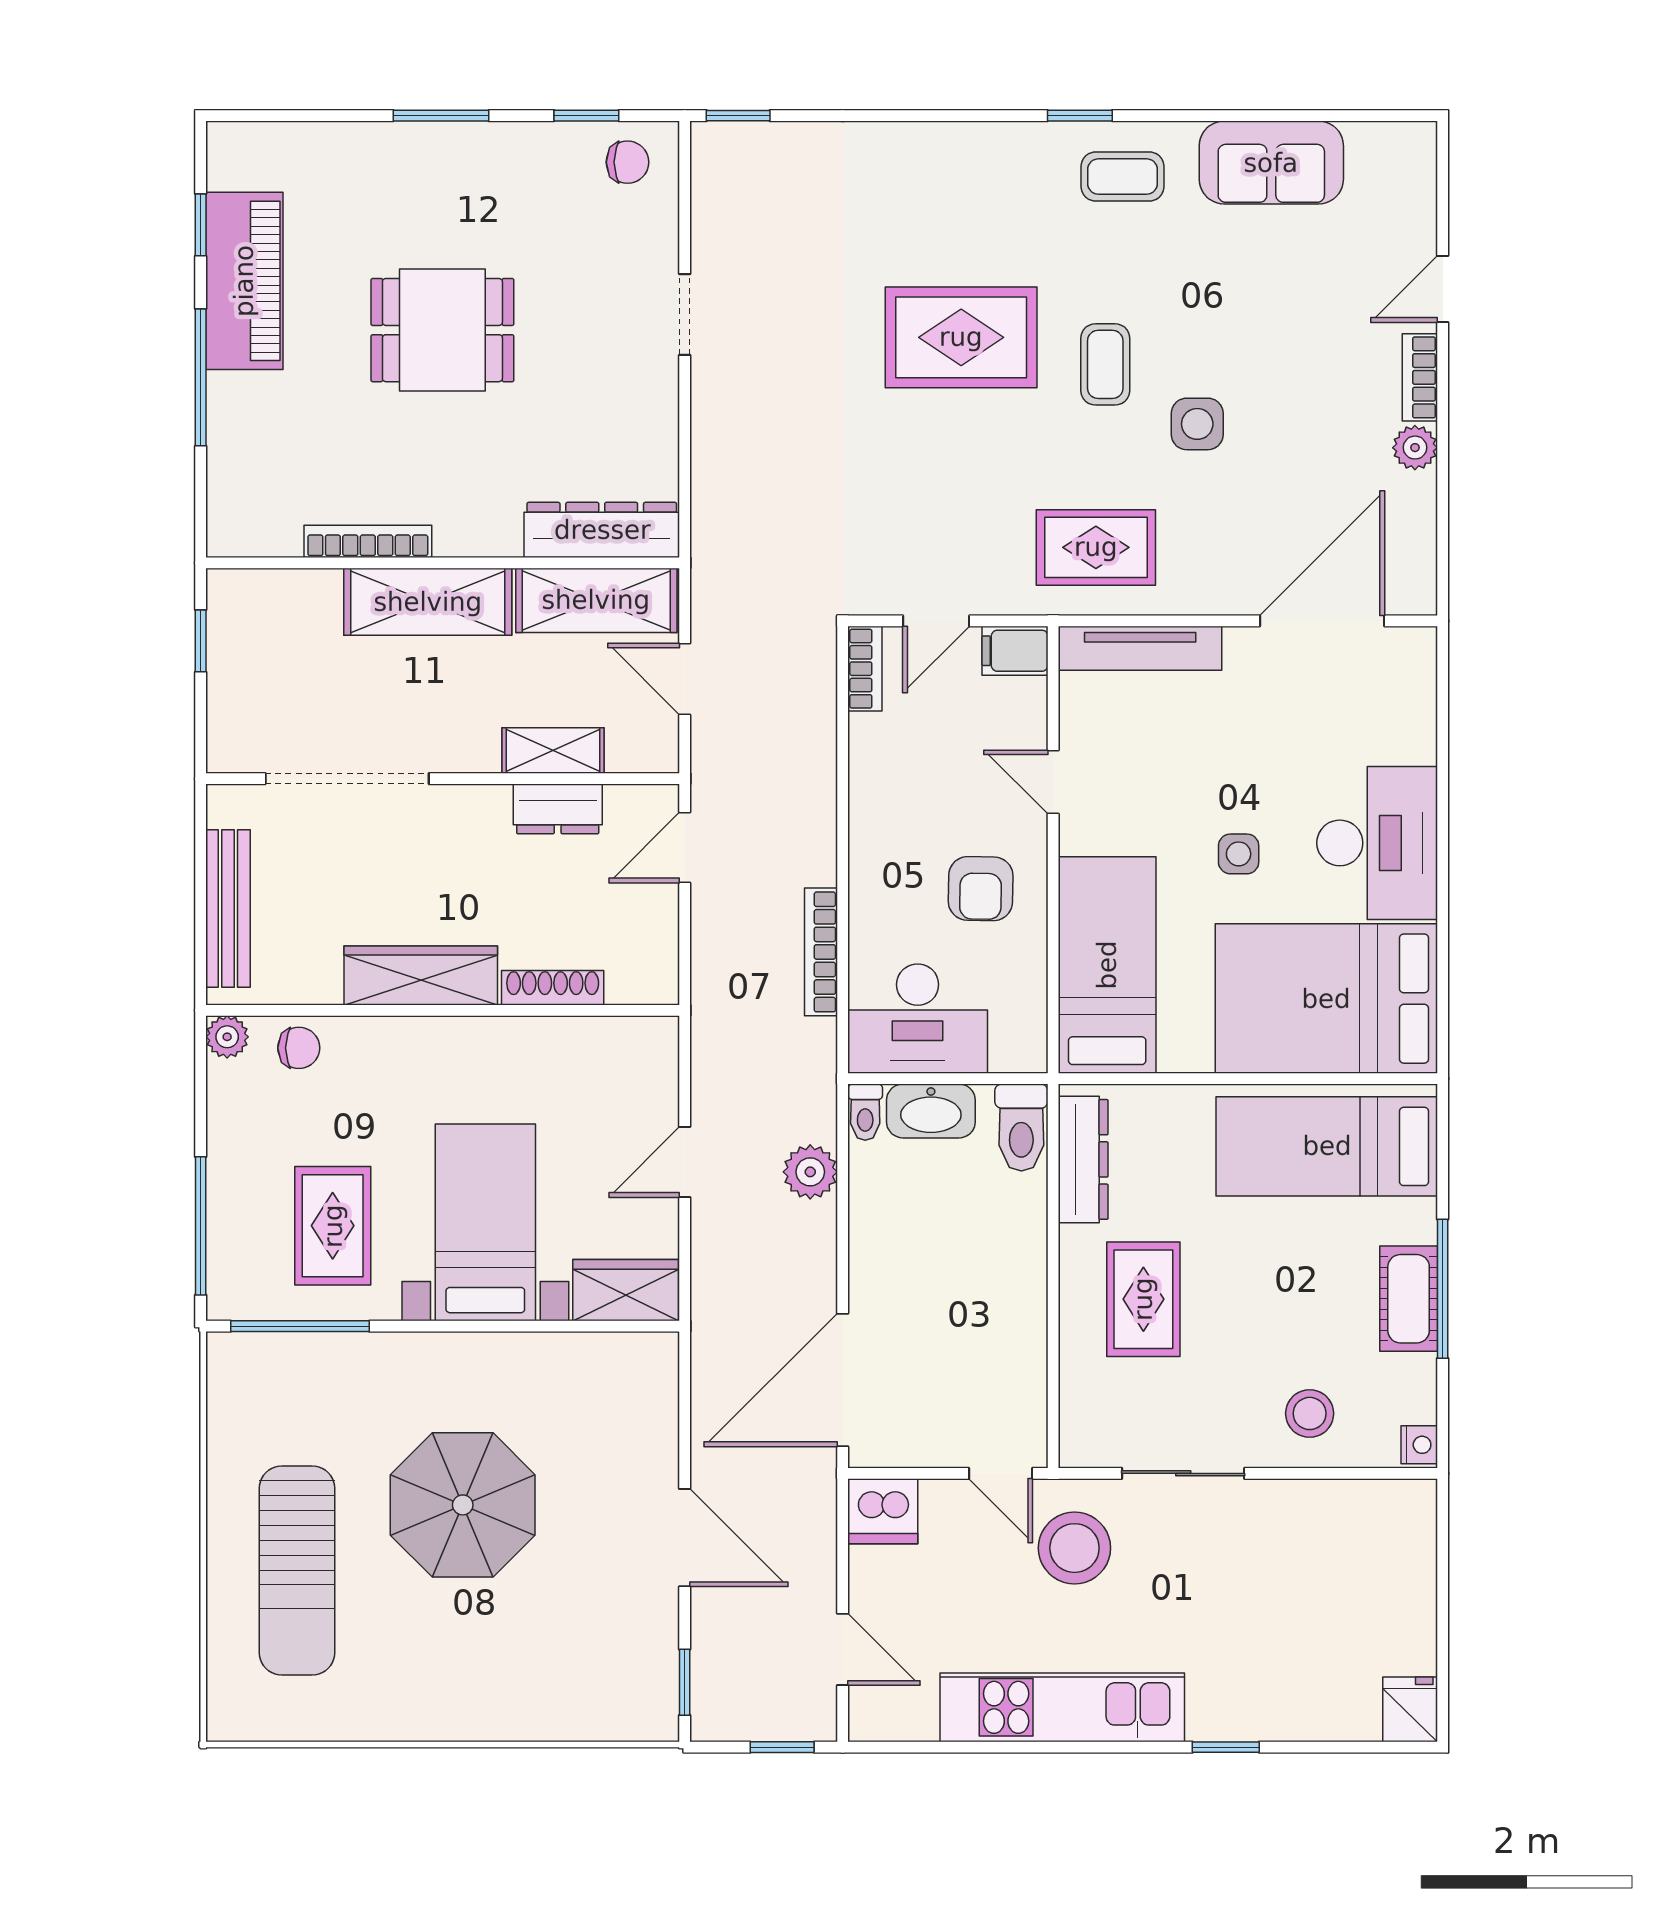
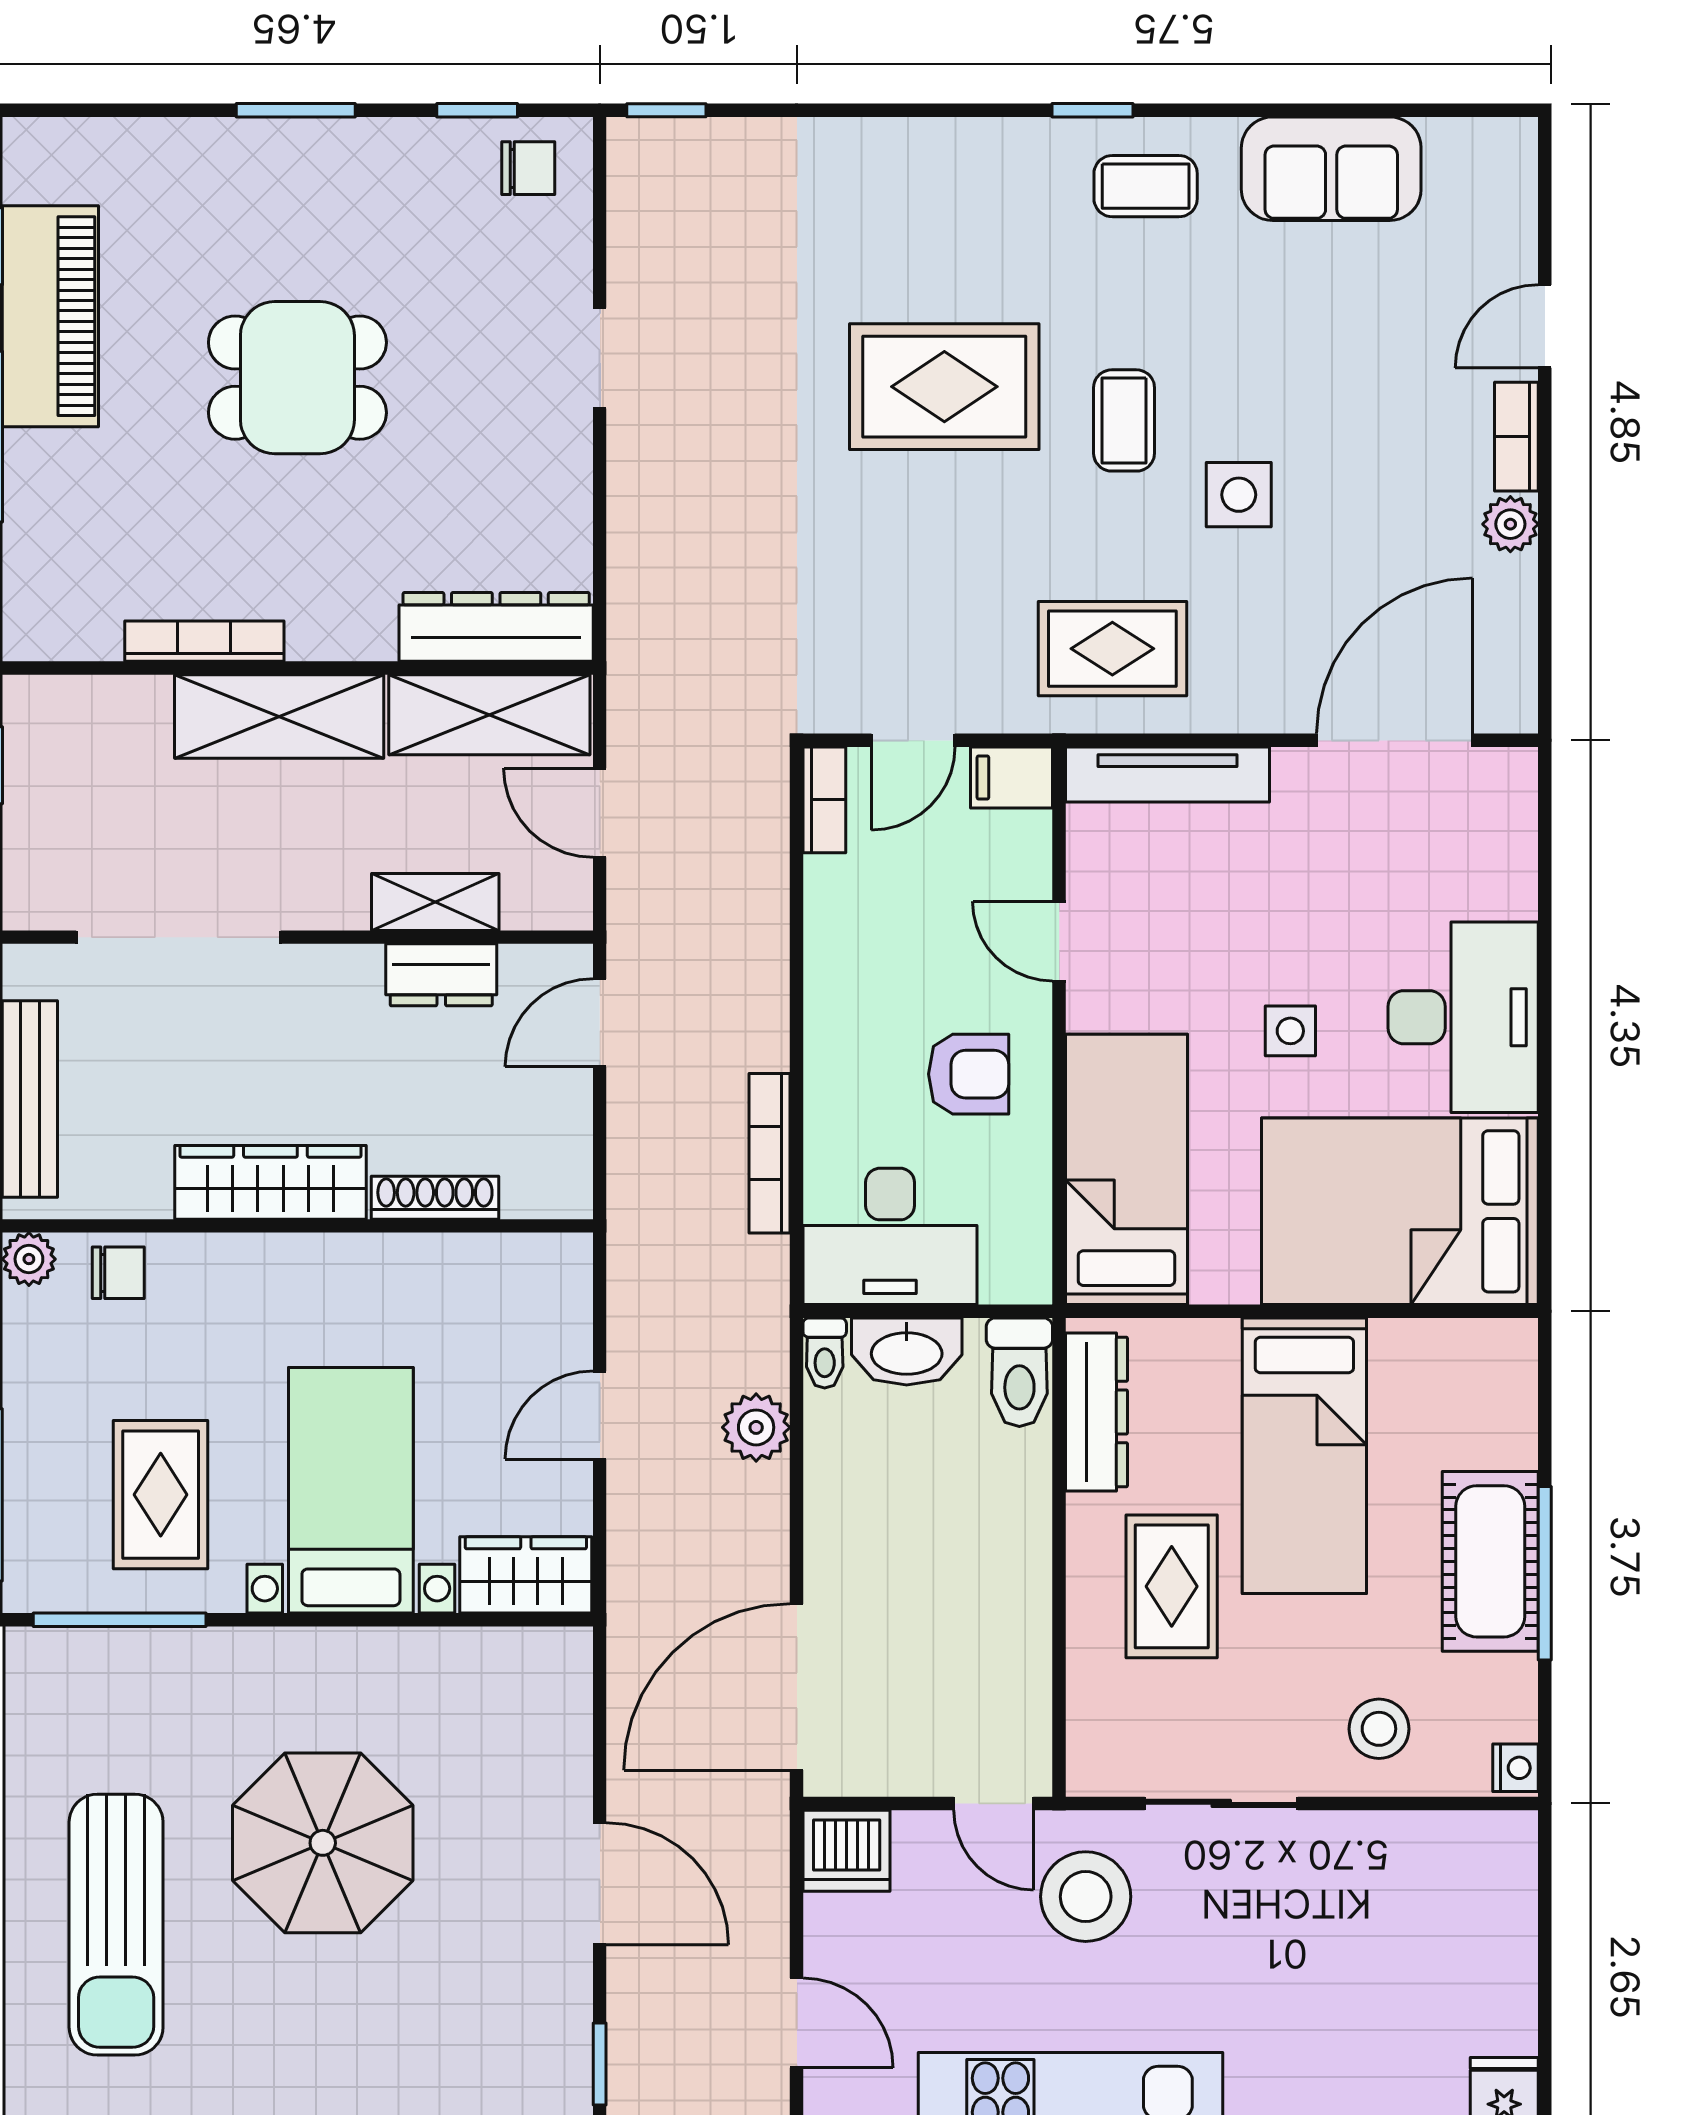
armchair: (981, 889) -> (969, 1074), turned -91
bed: (1327, 1146) -> (1304, 1456), moved, turned -90
cot: (1409, 1299) -> (1490, 1561), width x1.37, depth x1.34

